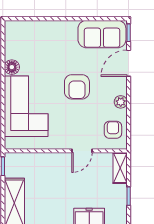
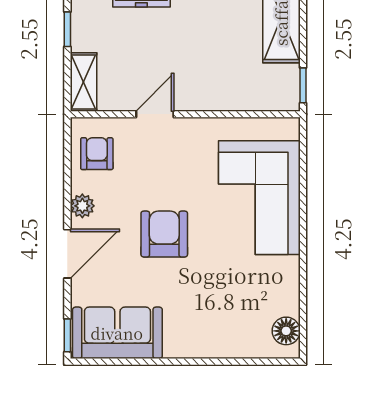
door: (129, 63) -> (67, 254), moved
floor lamp: (12, 67) -> (286, 331), moved
armchair: (113, 130) -> (97, 154), turned 180

